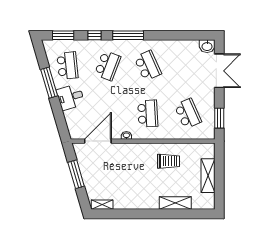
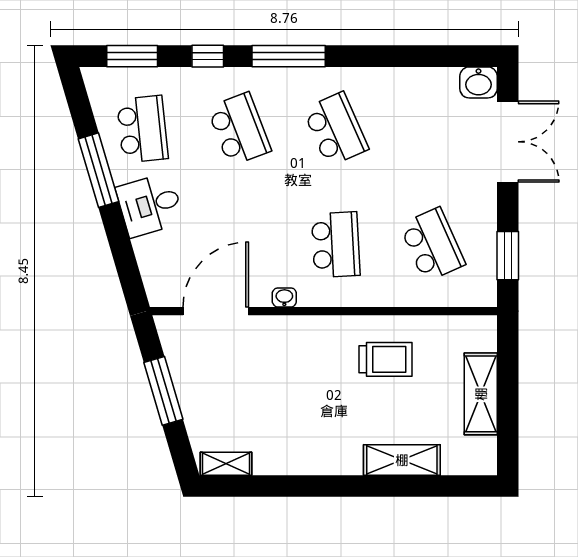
school desk: (108, 66) -> (239, 129), turned -42

